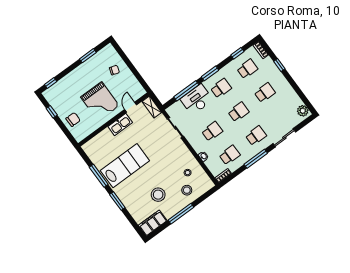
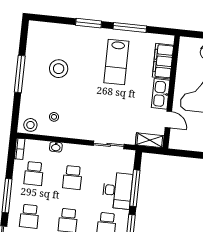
lab bench: (125, 166) -> (116, 62), width x0.73, depth x0.72
stool: (187, 190) -> (30, 125), moved
filing cabinet: (153, 223) -> (163, 61), moved, turned 180

